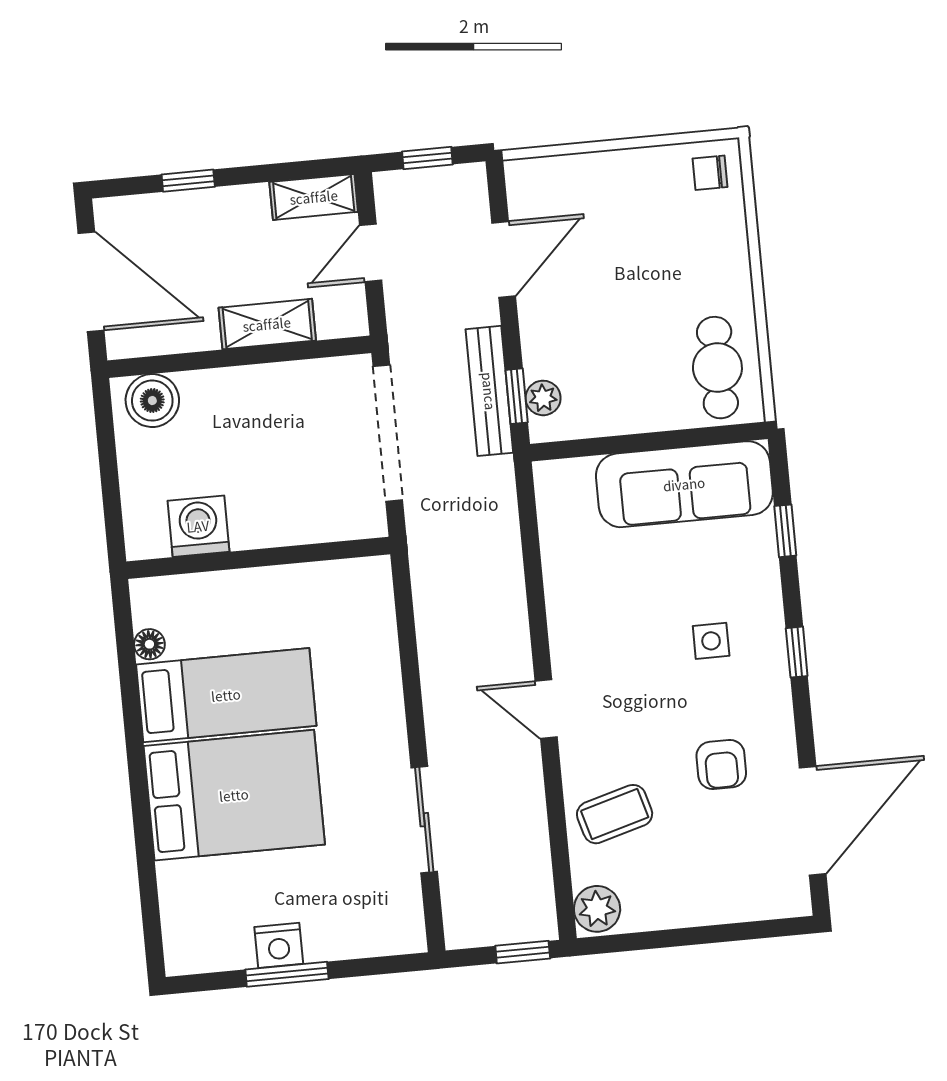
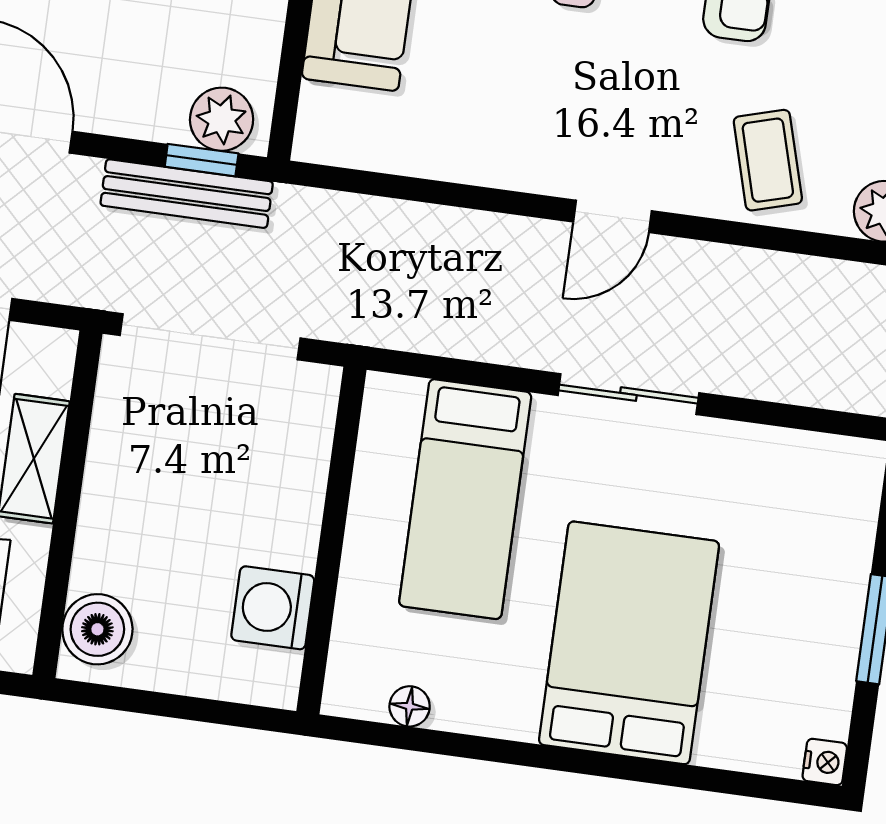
plant: (543, 398) -> (222, 119), width x1.38, depth x1.38
bed: (226, 695) -> (465, 499), moved, turned 180
sliding door: (424, 820) -> (628, 394), moved
nightstand: (279, 945) -> (825, 762), moved, width x0.72, depth x0.74

